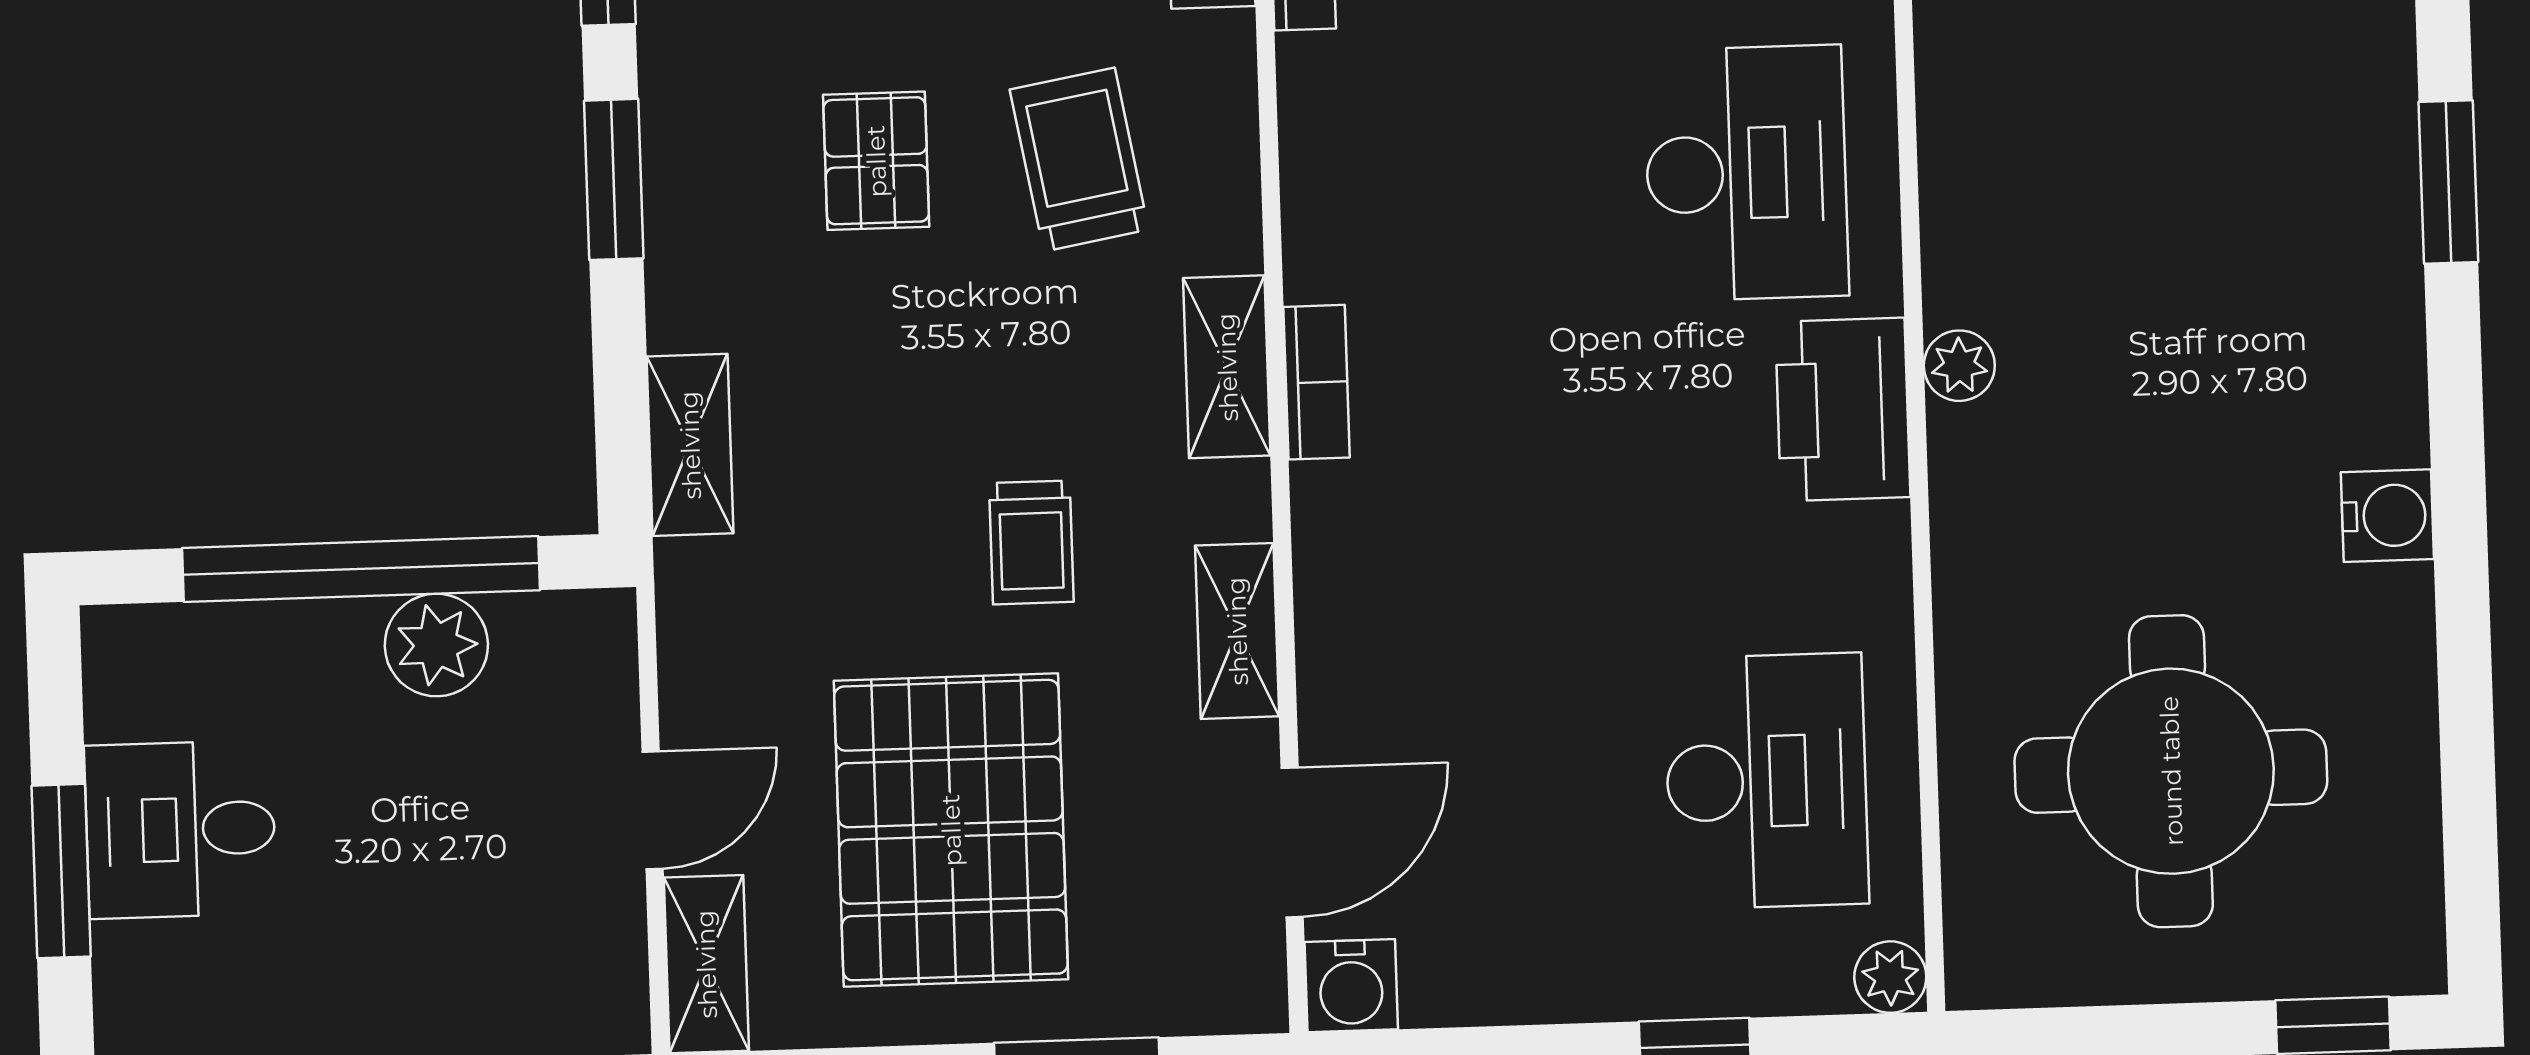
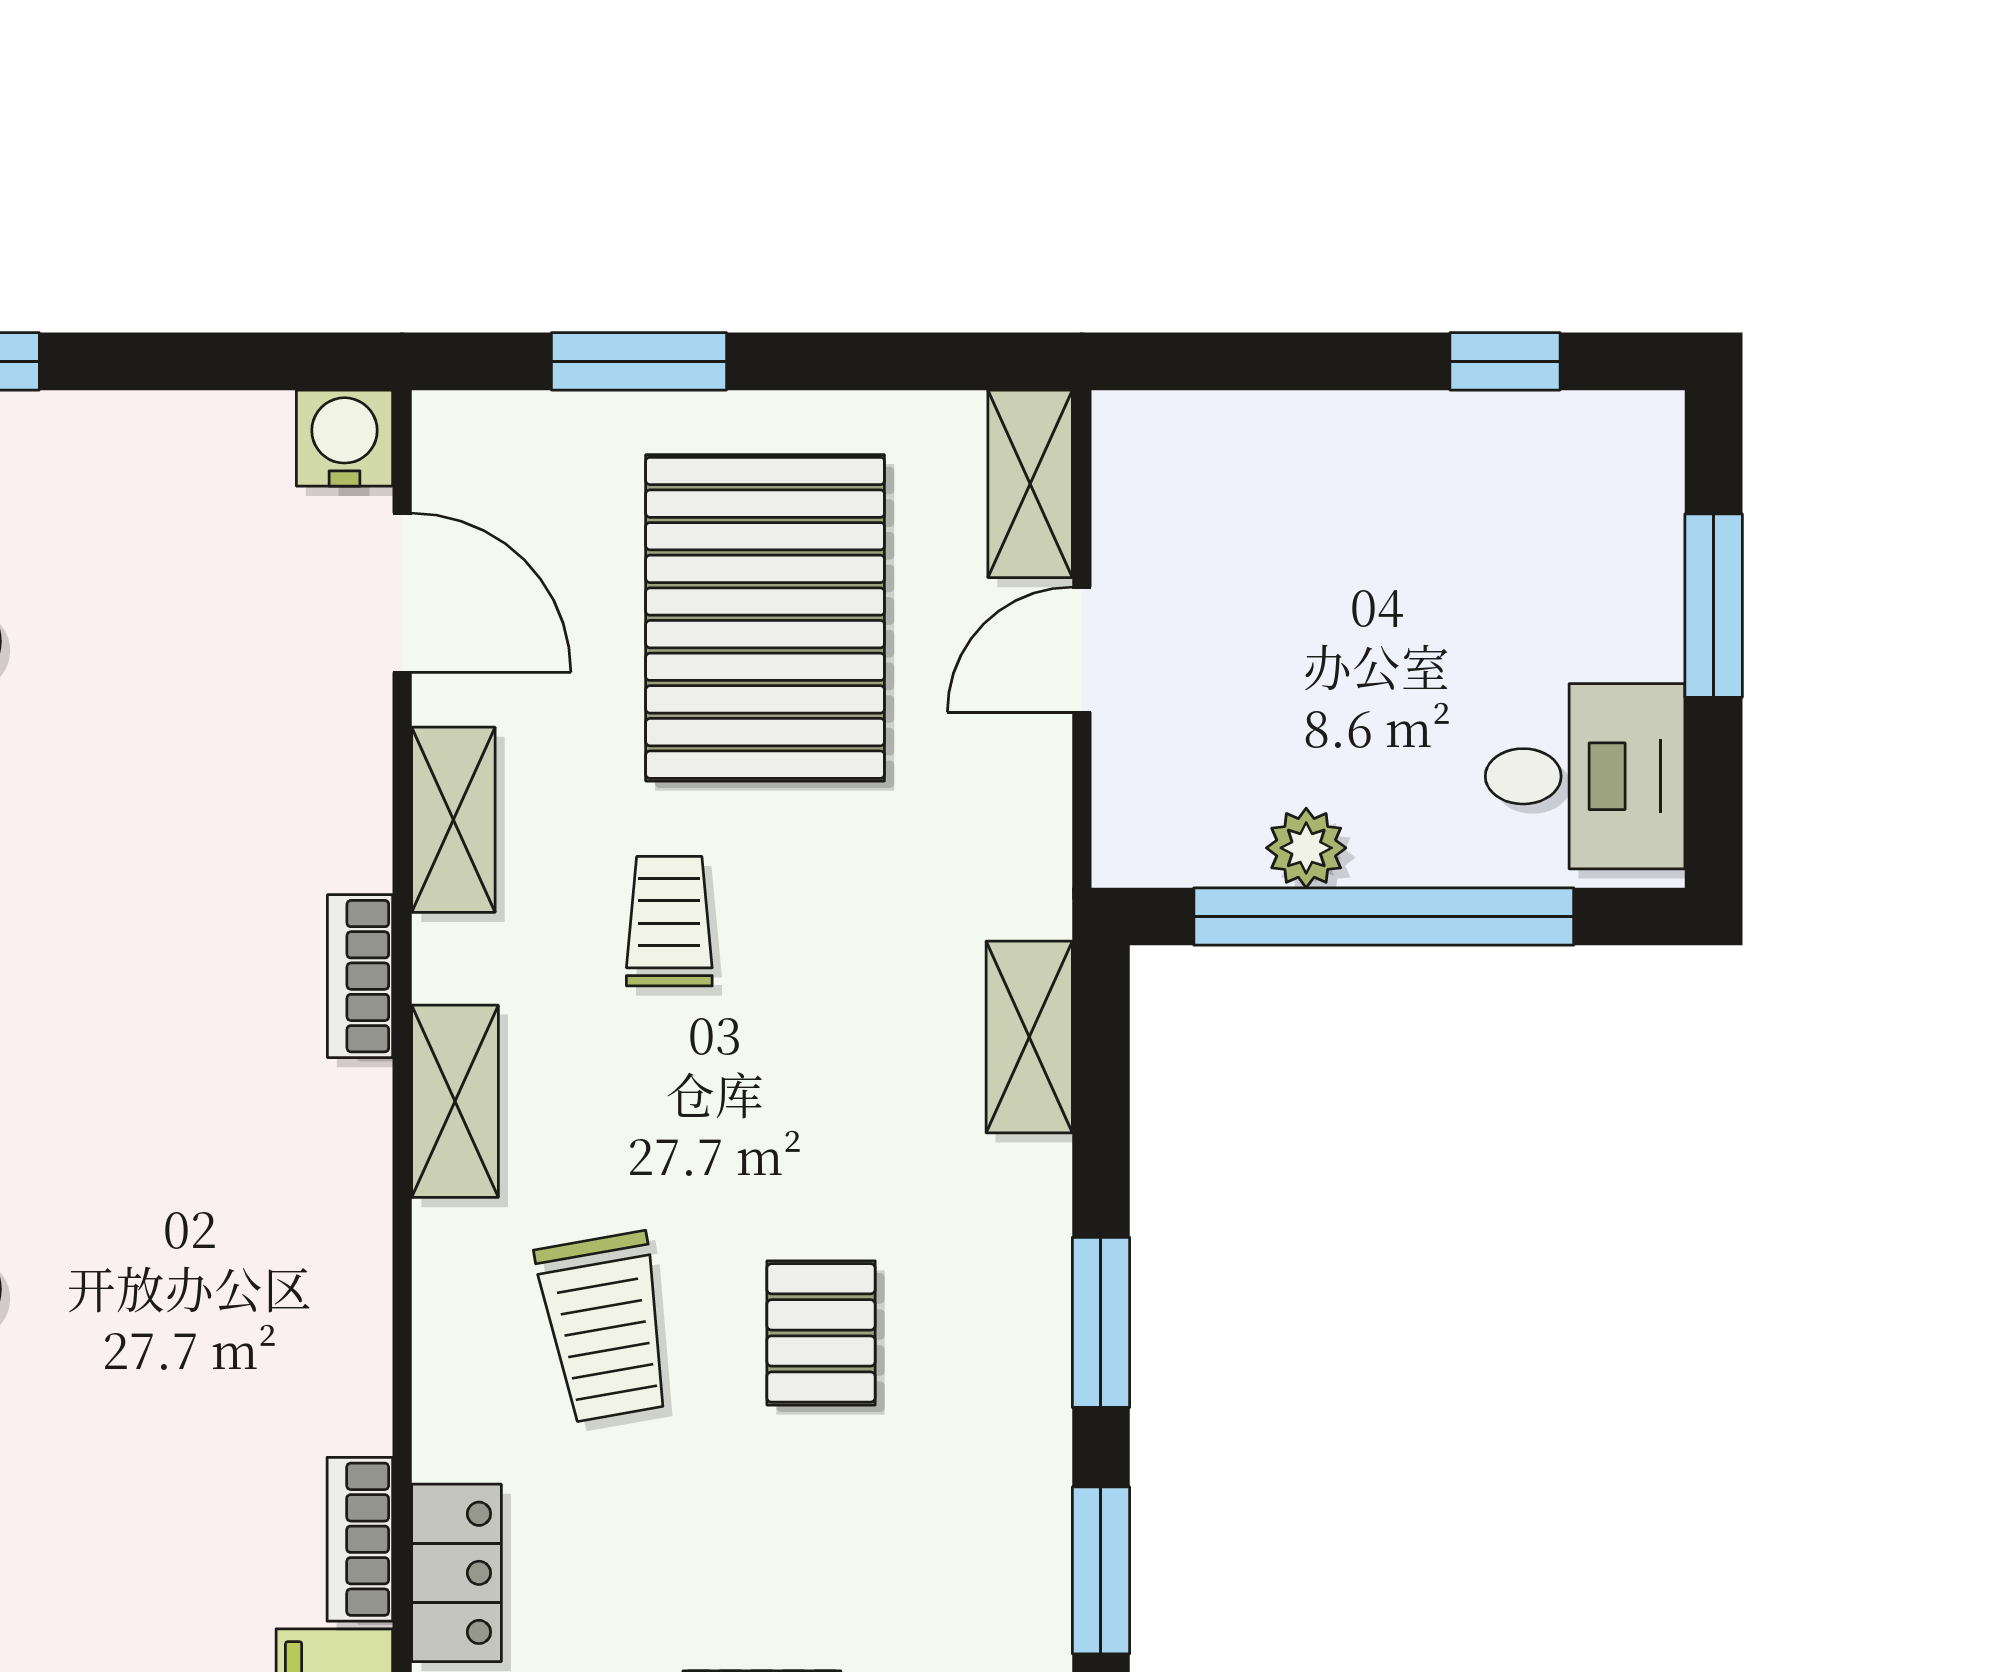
bookcase: (1317, 382) -> (360, 976), moved
plant: (436, 645) -> (1306, 848), width x0.73, depth x0.73
desk: (181, 829) -> (1585, 776), moved
door: (1292, 842) -> (402, 593), swing flipped

